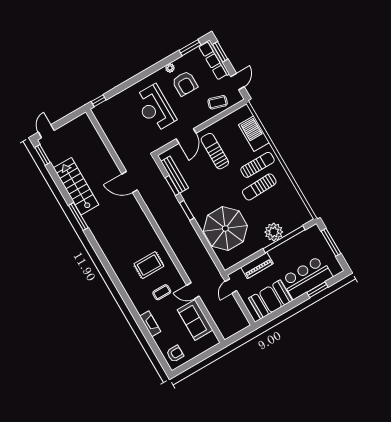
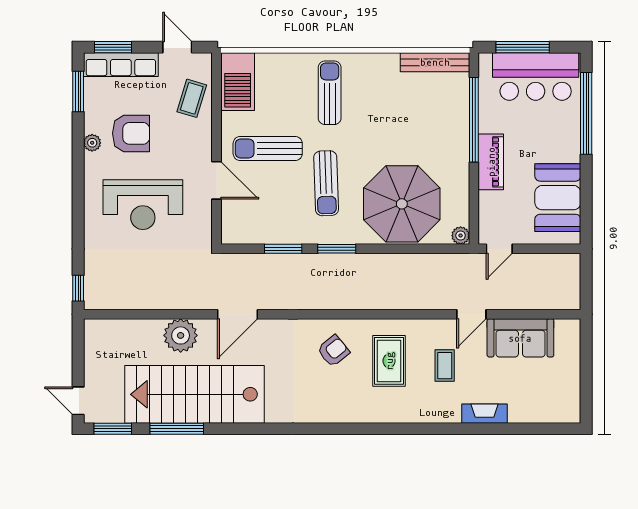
barbecue: (254, 134) -> (238, 82), moved, turned -90
plant: (104, 161) -> (181, 335), added
bench: (175, 175) -> (435, 62), moved
stairs: (76, 186) -> (195, 394), width x1.36, depth x1.51
sun lounger: (259, 187) -> (326, 183), moved
window: (78, 217) -> (177, 429), moved
plant: (274, 232) -> (461, 236), moved, width x0.53, depth x0.53
piano: (257, 265) -> (491, 162), moved
bar counter: (307, 278) -> (536, 77), moved, turned -90
door: (231, 286) -> (499, 249), hinge flipped
window: (317, 290) -> (586, 113), width x2.11
armchair: (175, 354) -> (333, 351), moved, turned 51

